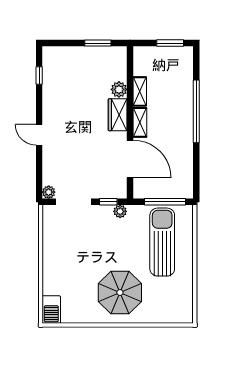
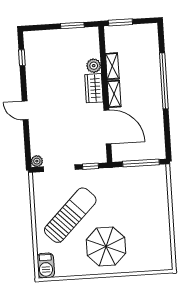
window: (170, 43) -> (120, 22), moved
plant: (120, 211) -> (101, 174), removed
sun lounger: (162, 242) -> (70, 215), moved, turned 45

